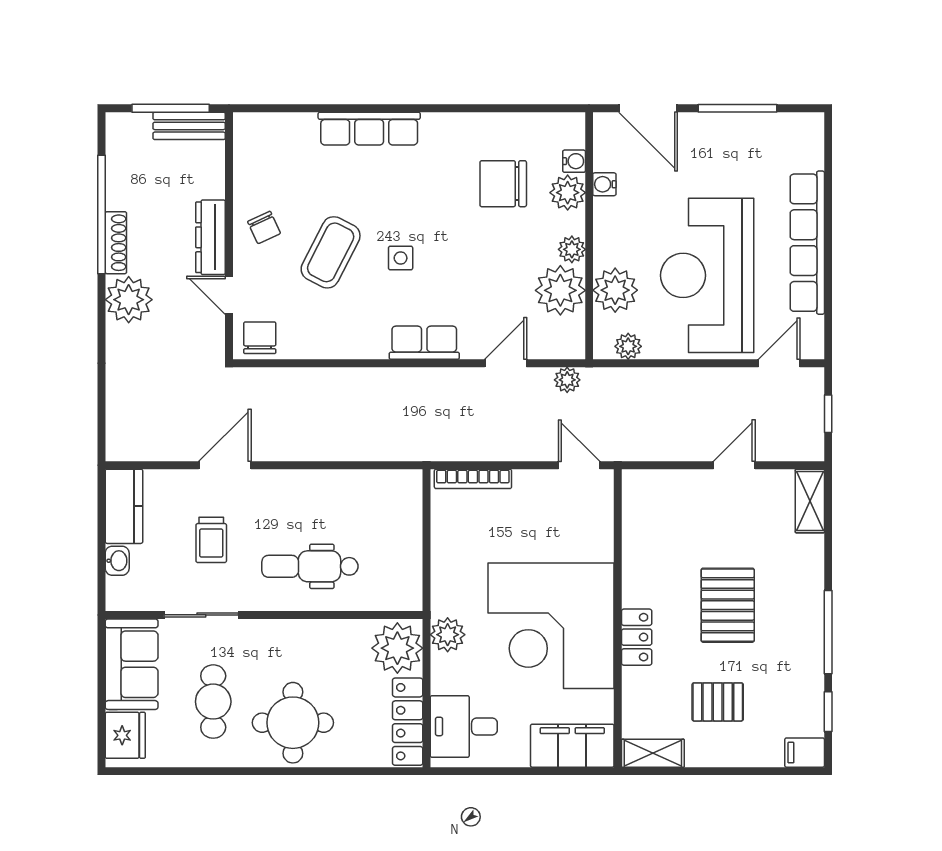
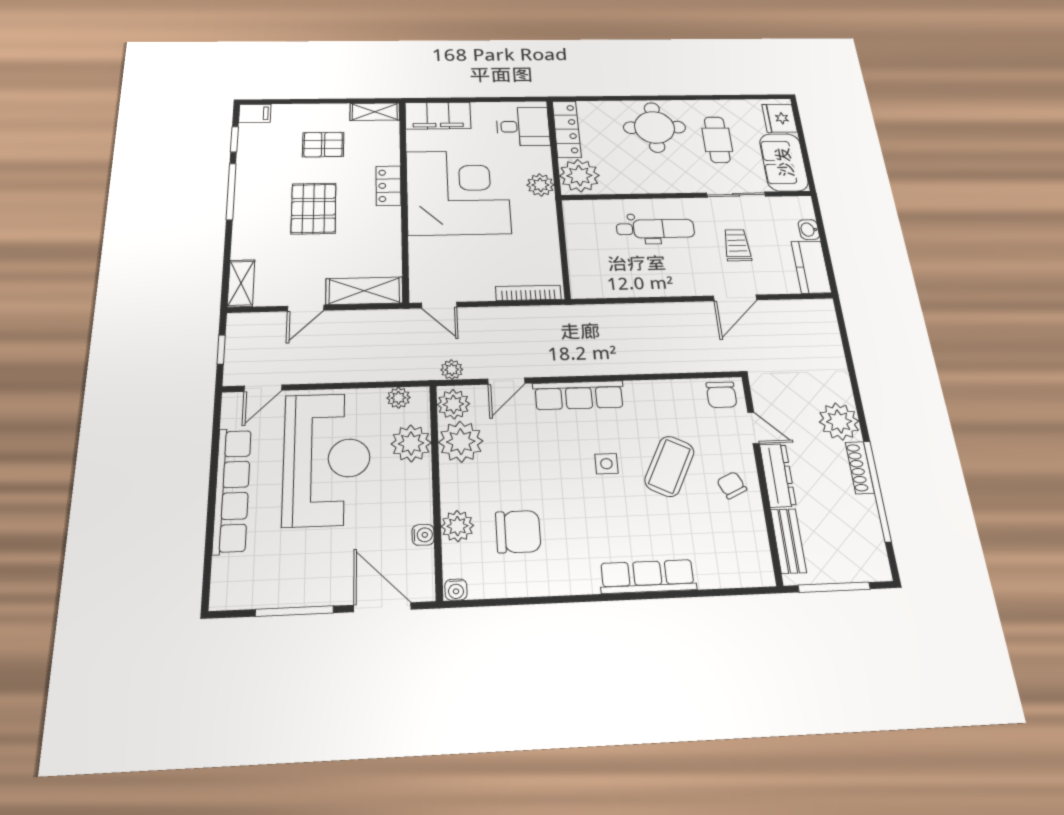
bench: (189, 126) -> (788, 541), moved, turned 90
water cooler: (574, 161) -> (456, 590), moved, turned -90
plant: (572, 249) -> (453, 404), moved, width x1.38, depth x1.38
row of seats: (424, 343) -> (579, 395), width x1.48
shelving: (666, 487) -> (364, 291), added

